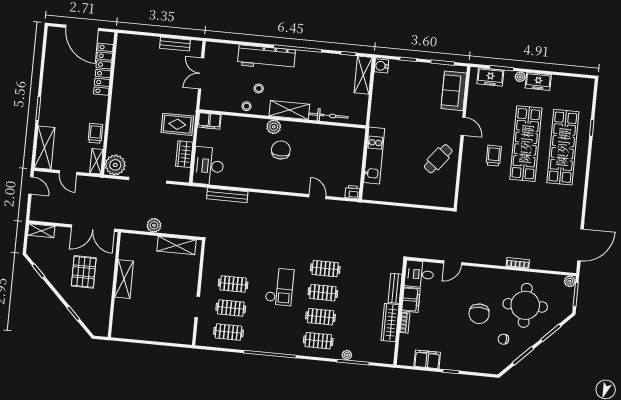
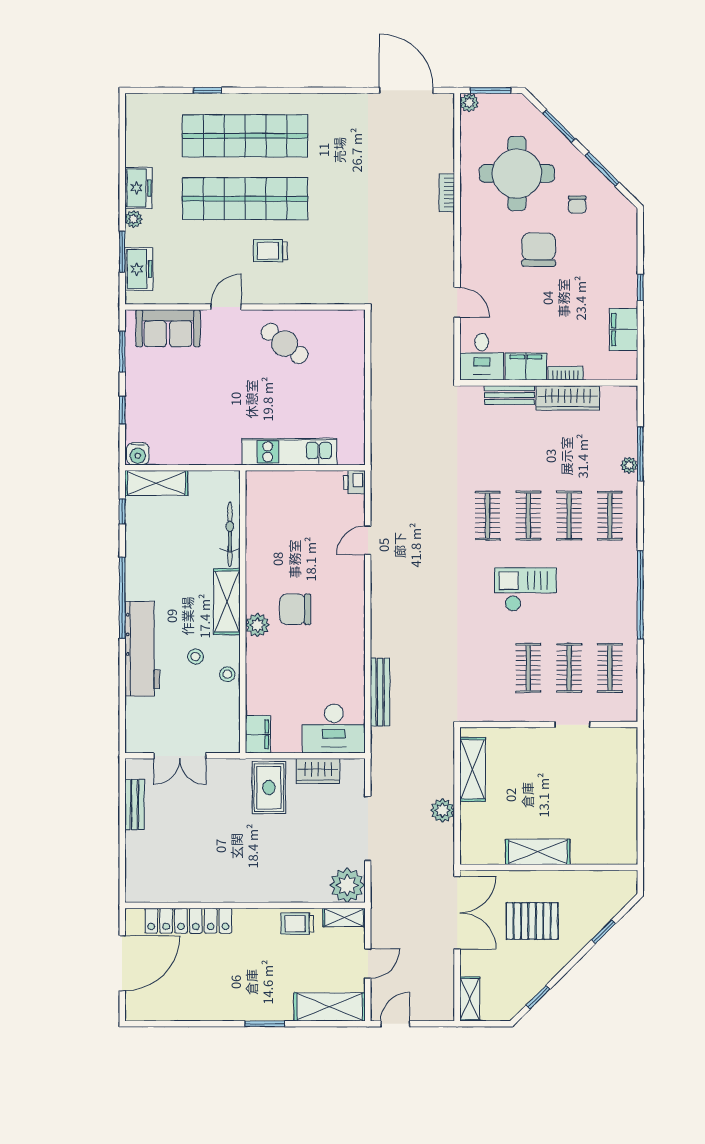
chair: (479, 314) -> (539, 250), turned -90

